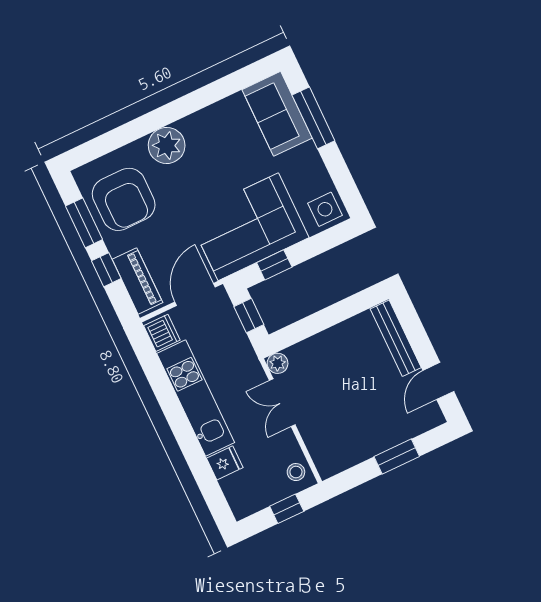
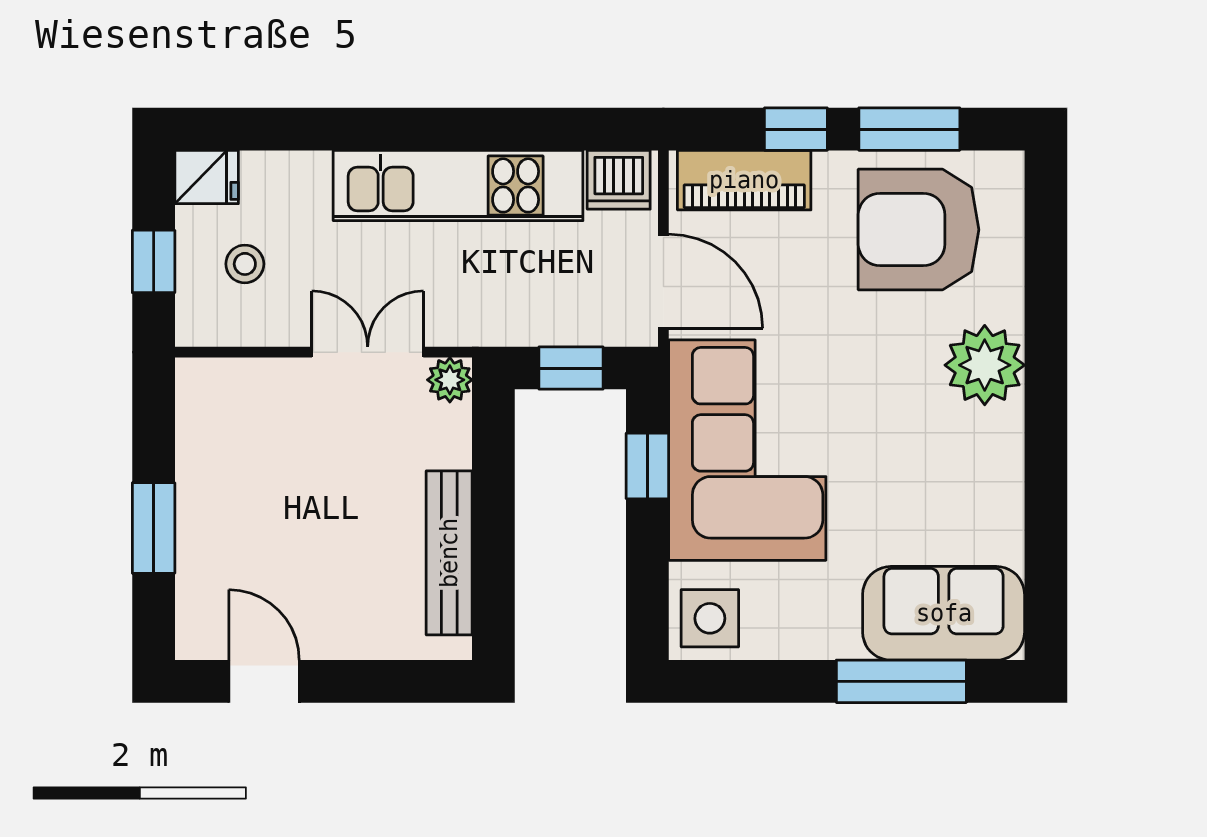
bench: (396, 338) -> (449, 553), moved, turned 90
fridge: (225, 463) -> (207, 177), moved, turned -90
stool: (296, 472) -> (245, 264), moved

